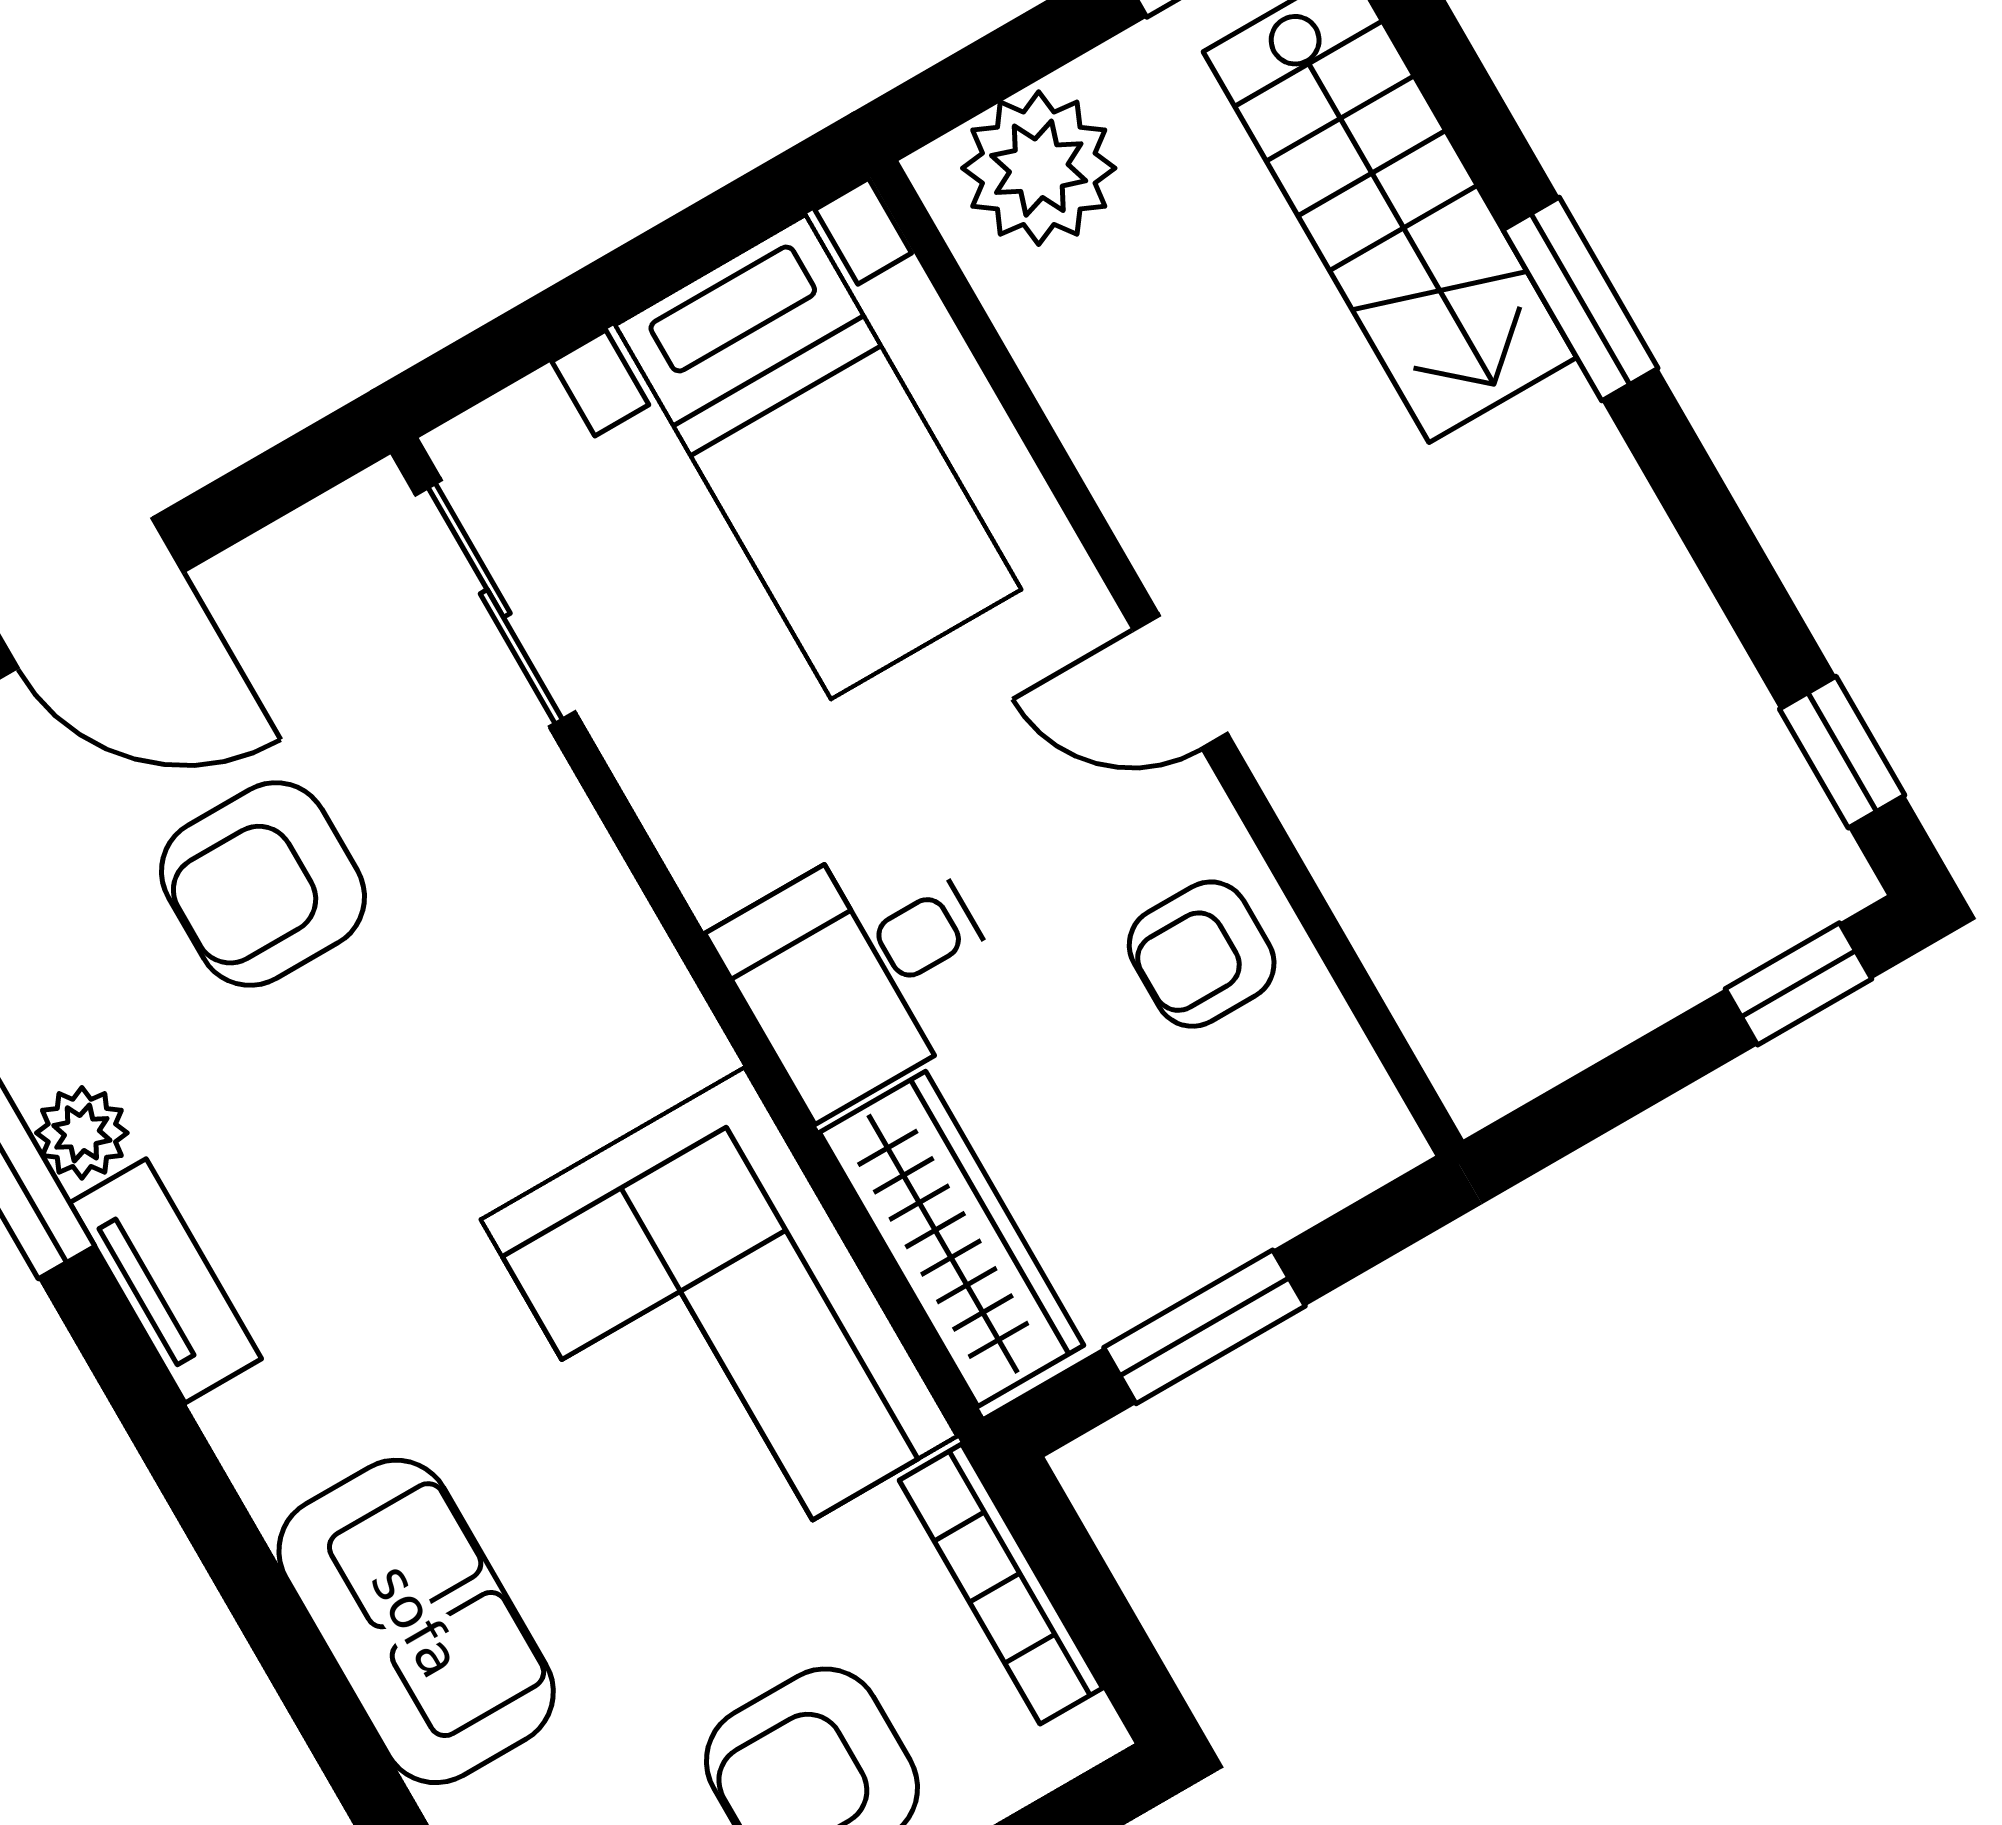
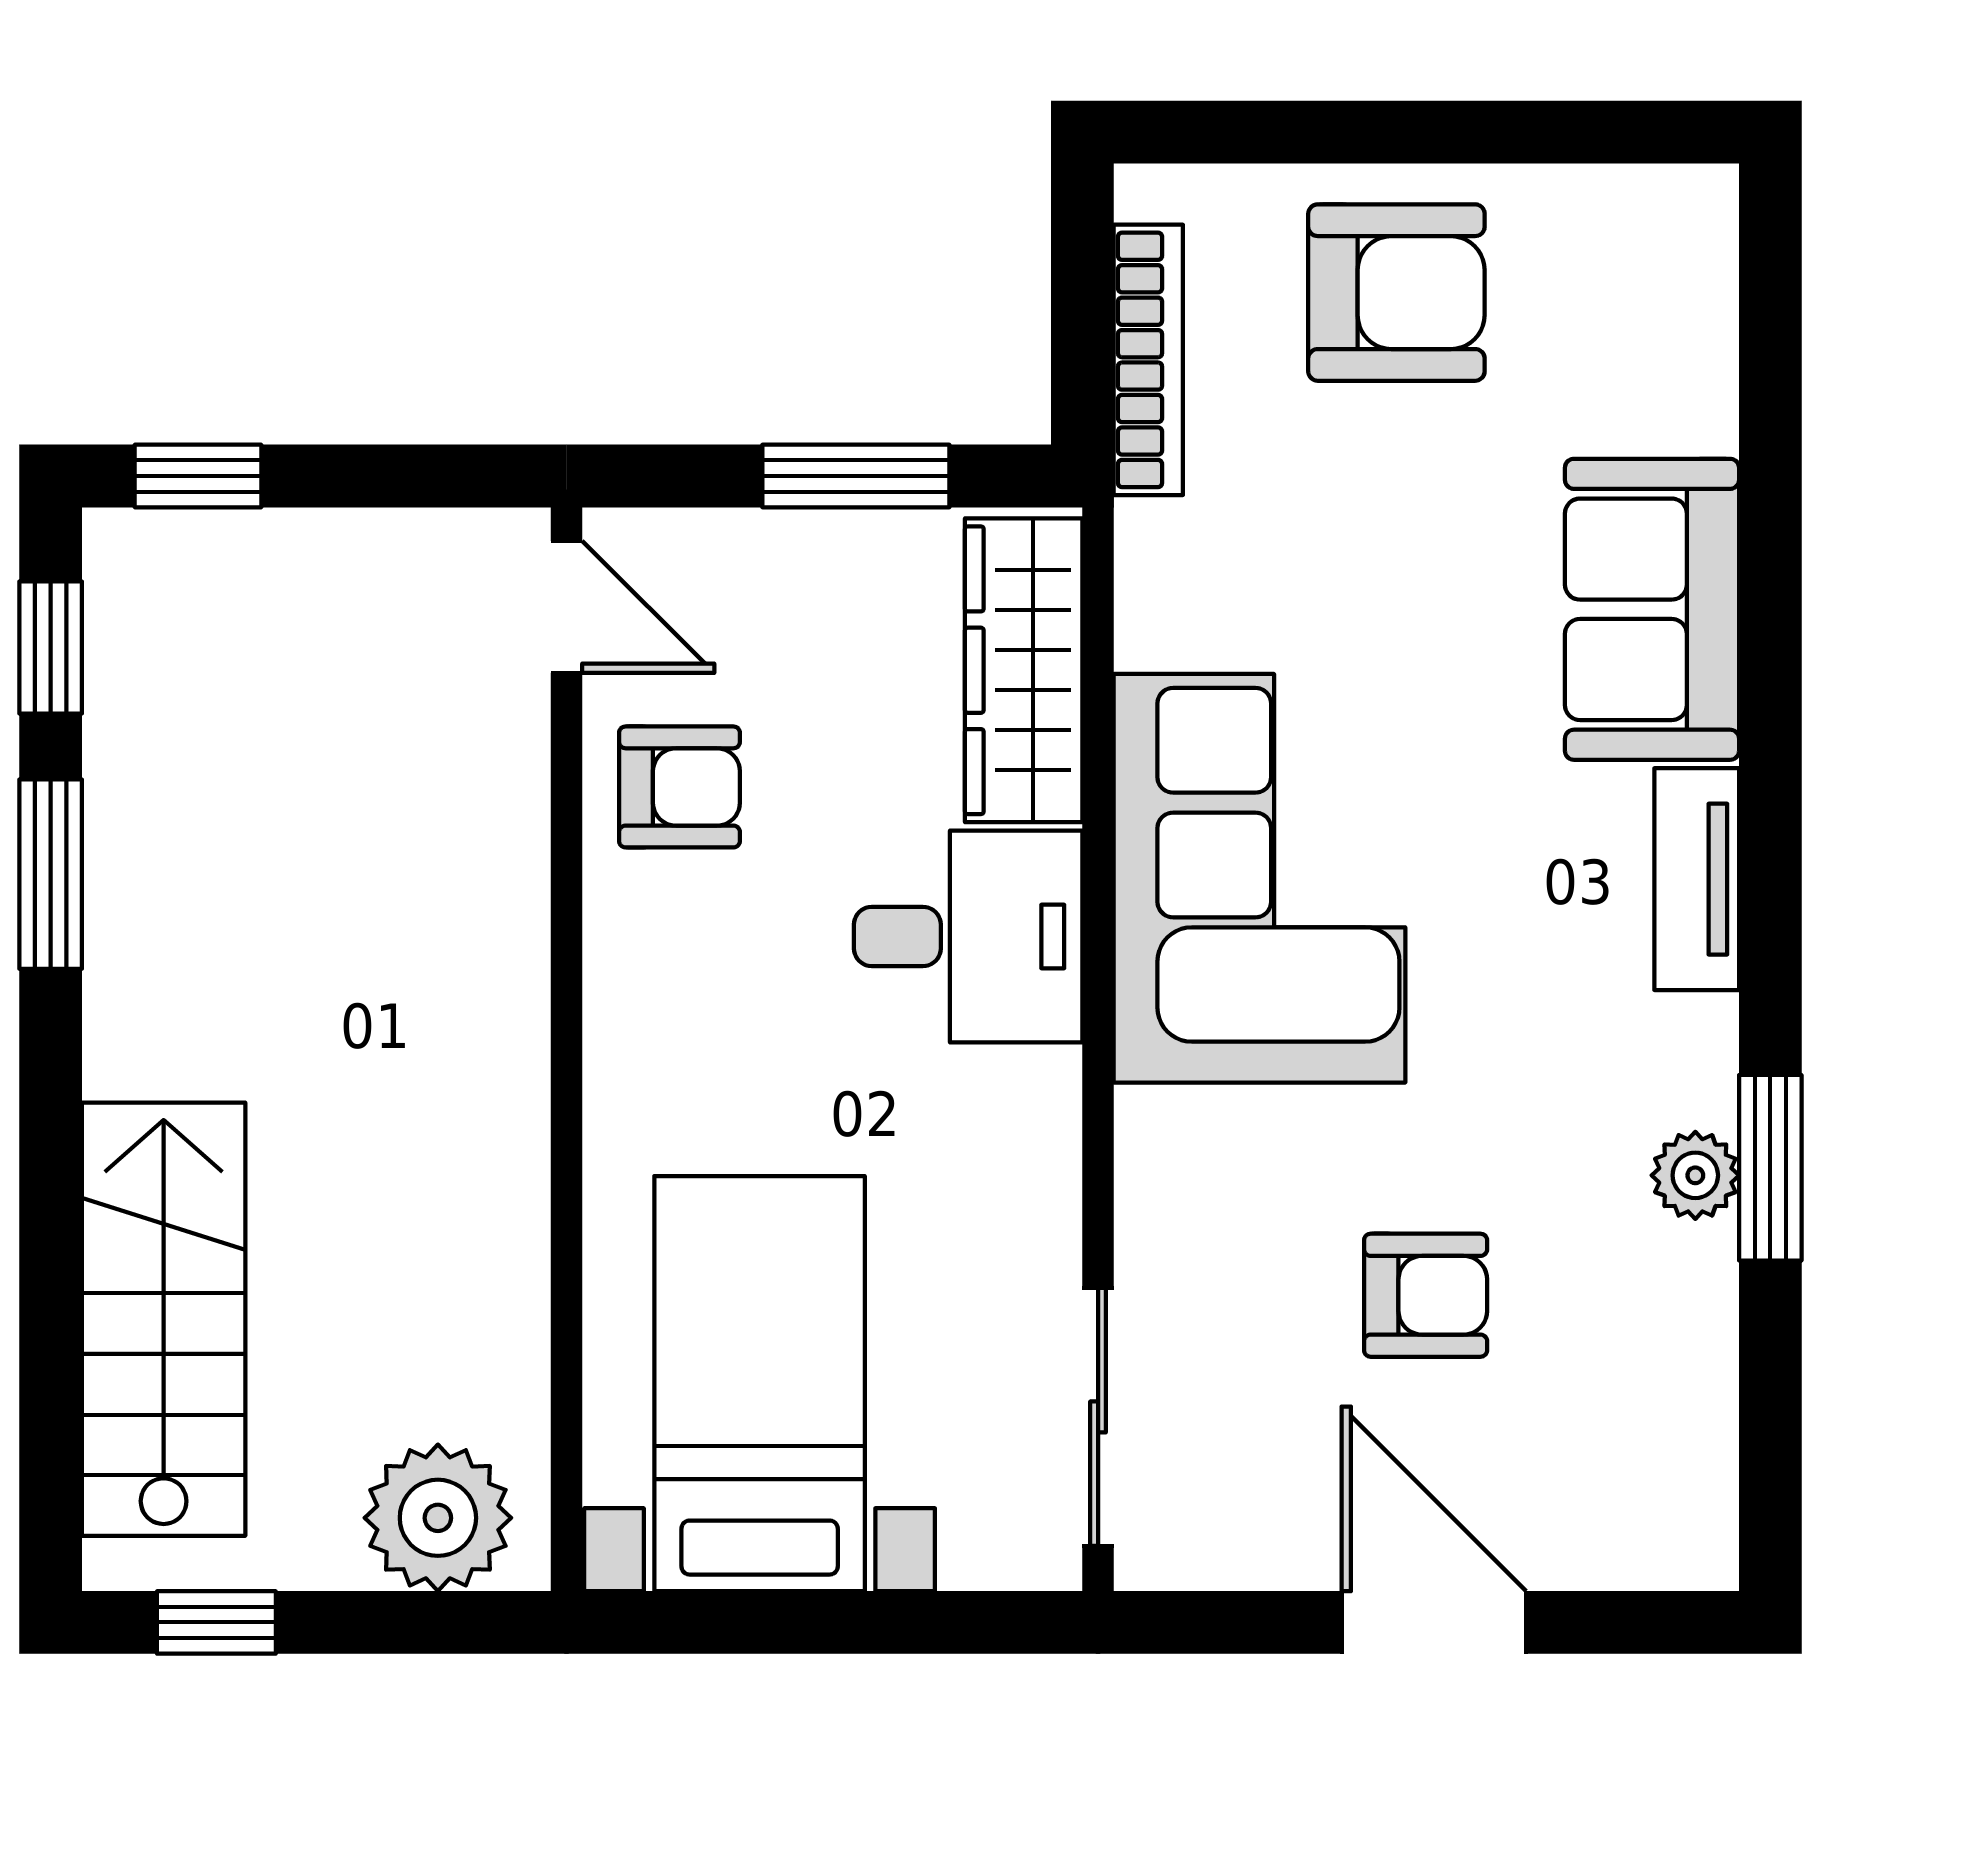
window: (1581, 299) -> (51, 874), moved
door: (1181, 682) -> (567, 607), moved
armchair: (263, 884) -> (1426, 1295), width x0.72, depth x0.72
tv unit: (166, 1281) -> (1697, 879), moved
corner sofa: (719, 1328) -> (1259, 878), moved

